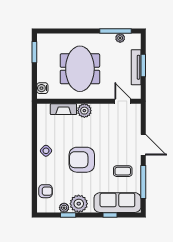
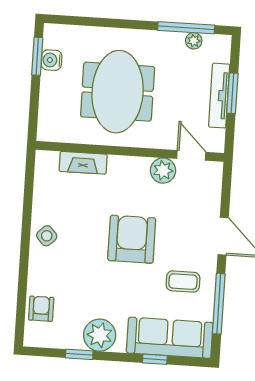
water cooler: (42, 88) -> (51, 60), moved
plant: (84, 111) -> (163, 170), moved
armchair: (82, 160) -> (132, 239), moved, turned 90
armchair: (46, 191) -> (41, 309), turned -90
plant: (64, 208) -> (73, 341), removed

